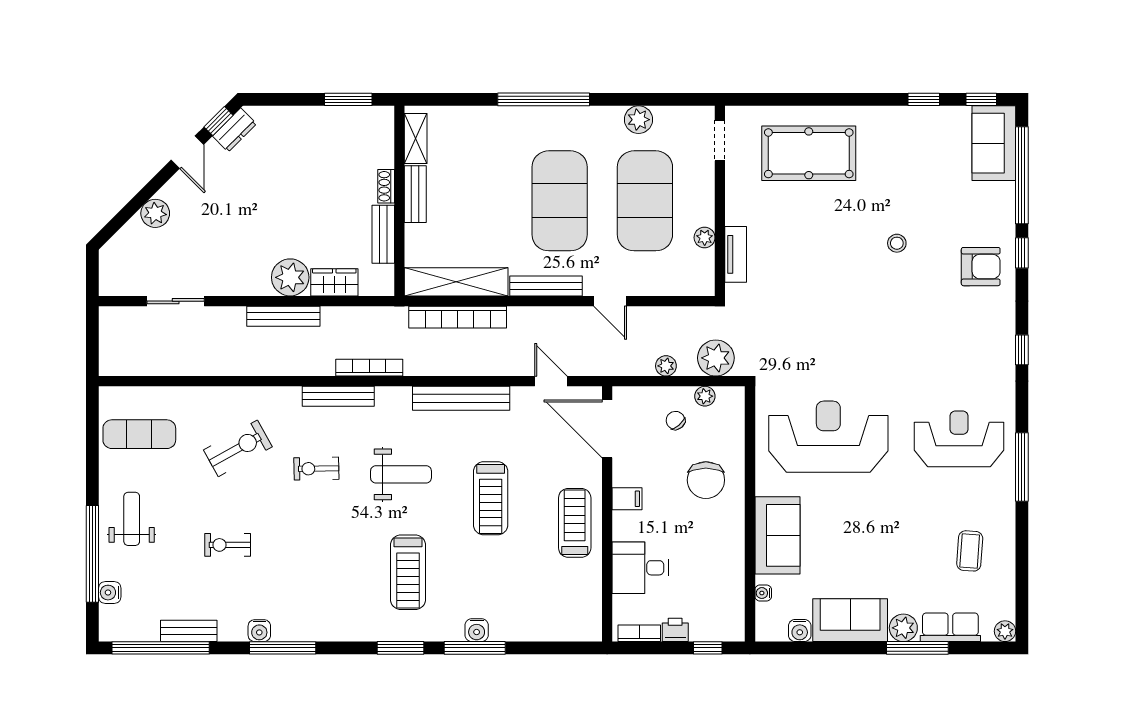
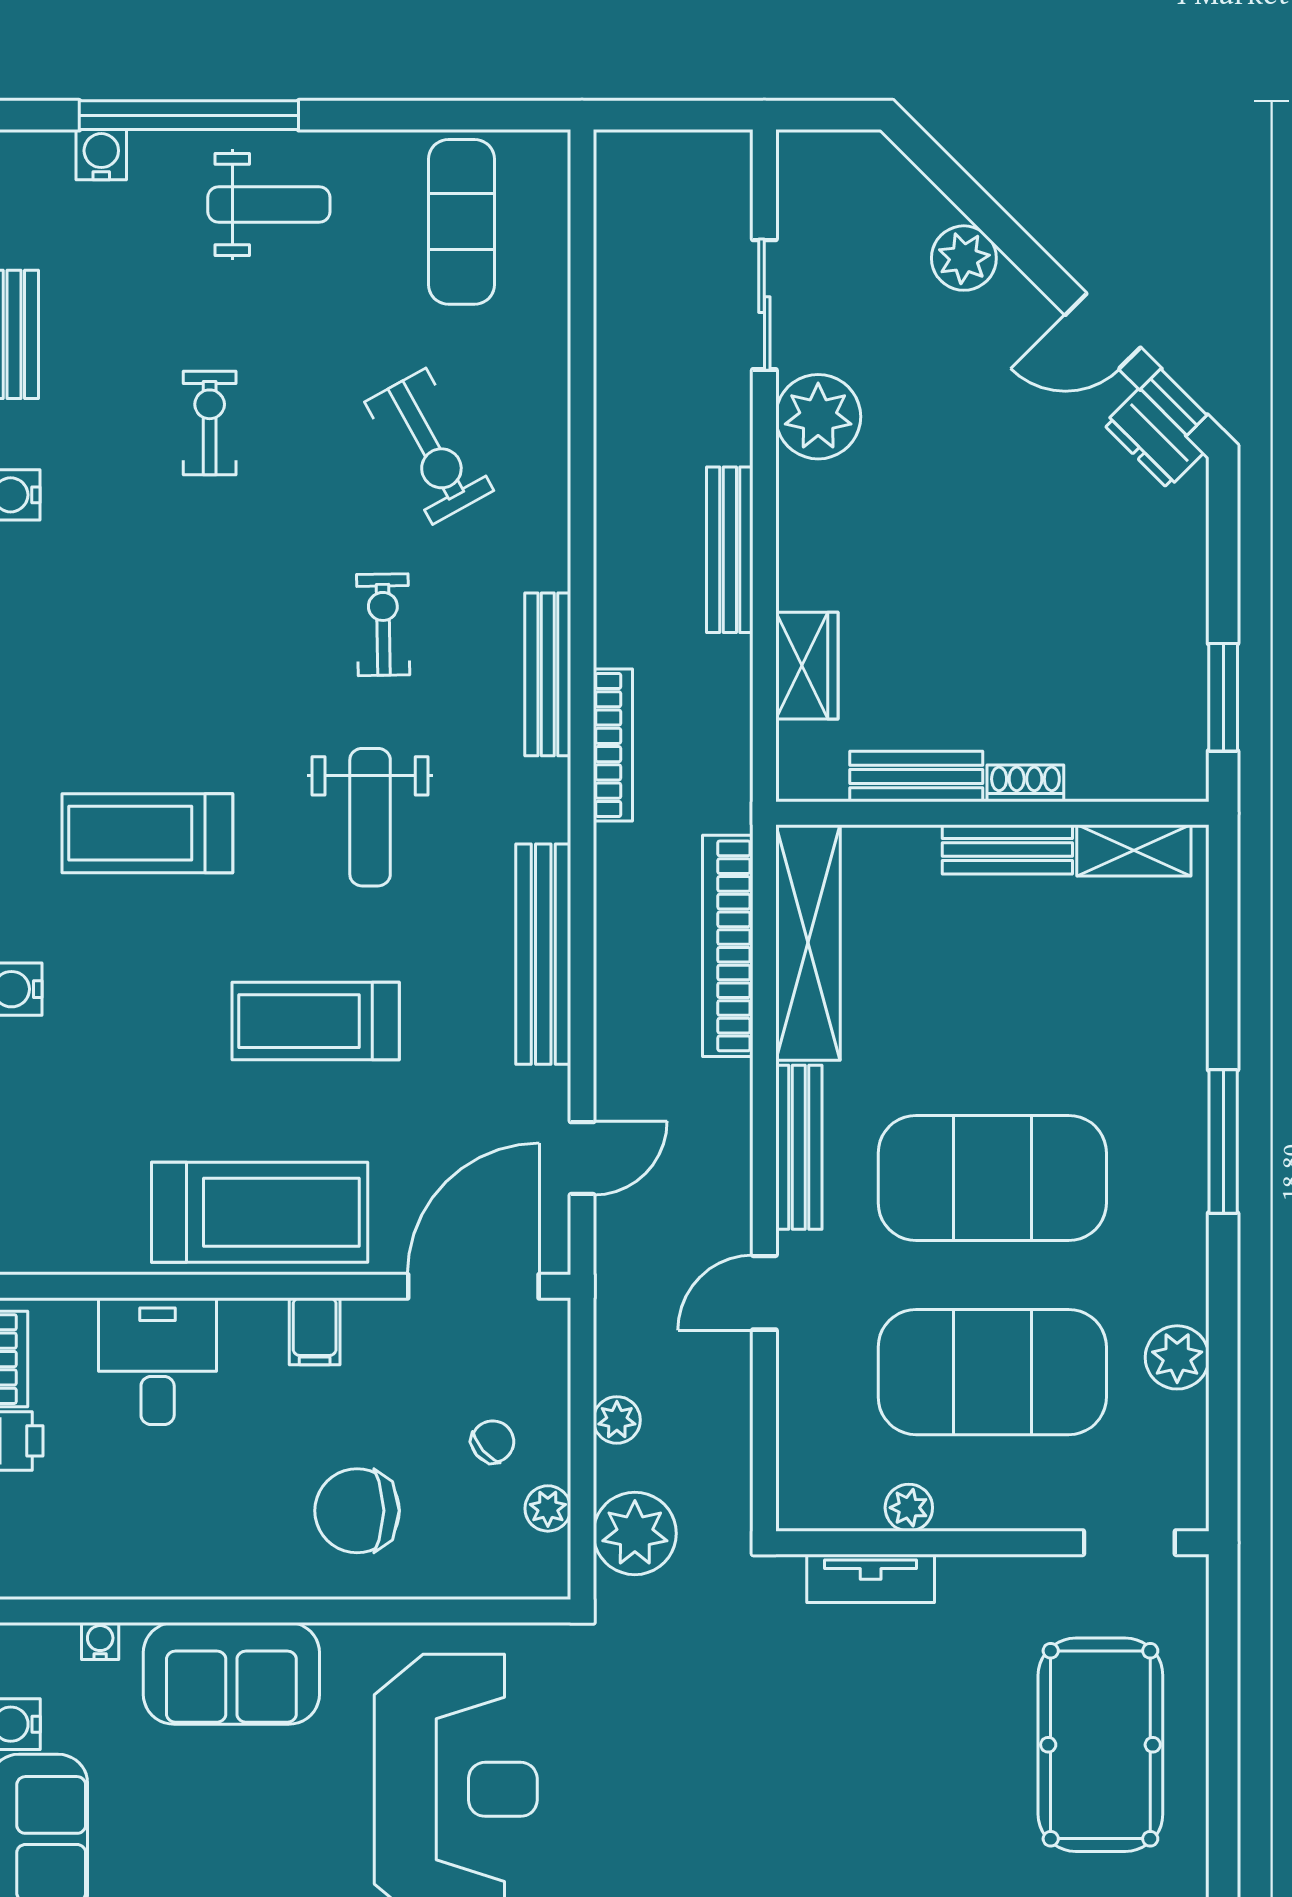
window: (544, 99) -> (1223, 1142), width x0.68
plant: (290, 277) -> (818, 417), moved
treadmill: (575, 523) -> (260, 1212), width x1.37, depth x1.38

